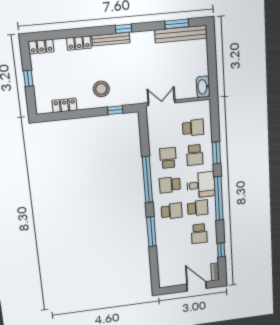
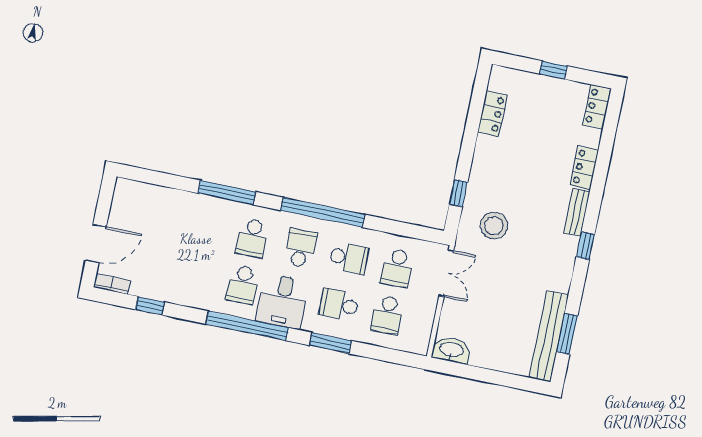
bench: (111, 39) -> (577, 212), width x0.73
stool: (101, 89) -> (494, 226), moved
school desk: (199, 234) -> (397, 268), moved, turned -90

